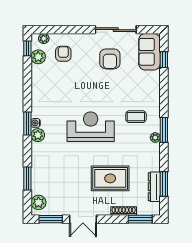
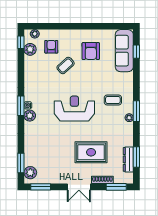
sliding door: (116, 30) -> (96, 26), removed
sofa: (149, 52) -> (124, 51), width x1.36
coffee table: (80, 76) -> (66, 66), added
window: (27, 178) -> (21, 163), moved
double door: (83, 219) -> (79, 187), moved

